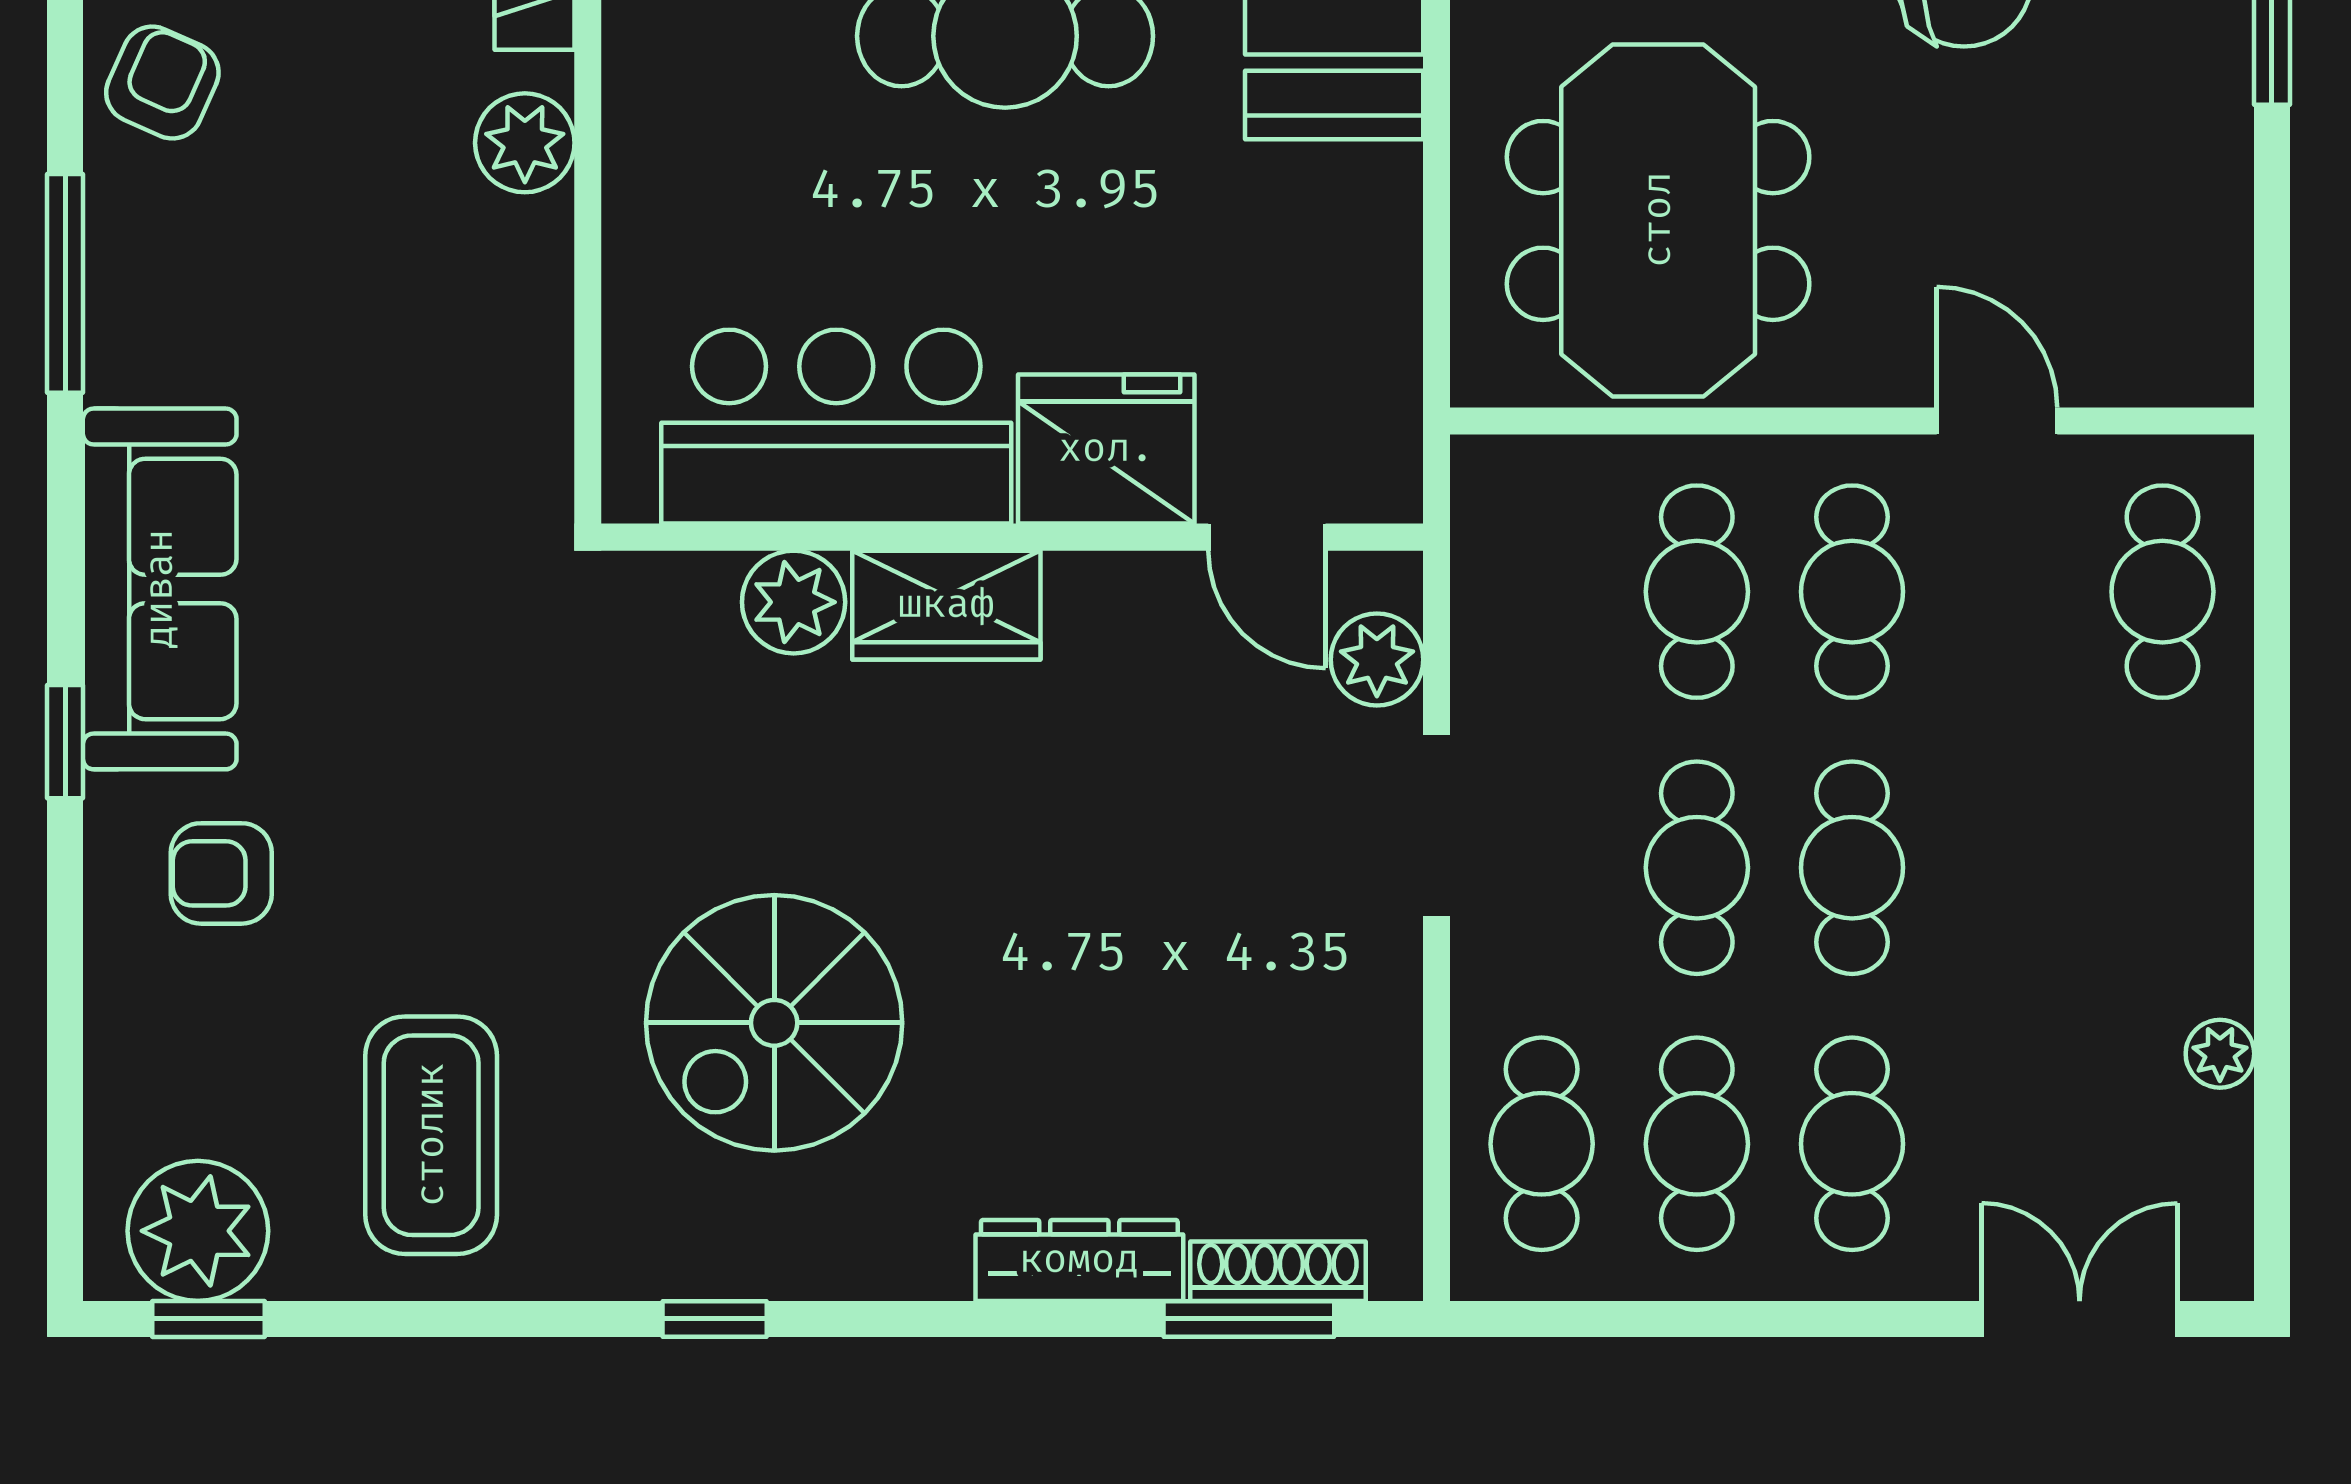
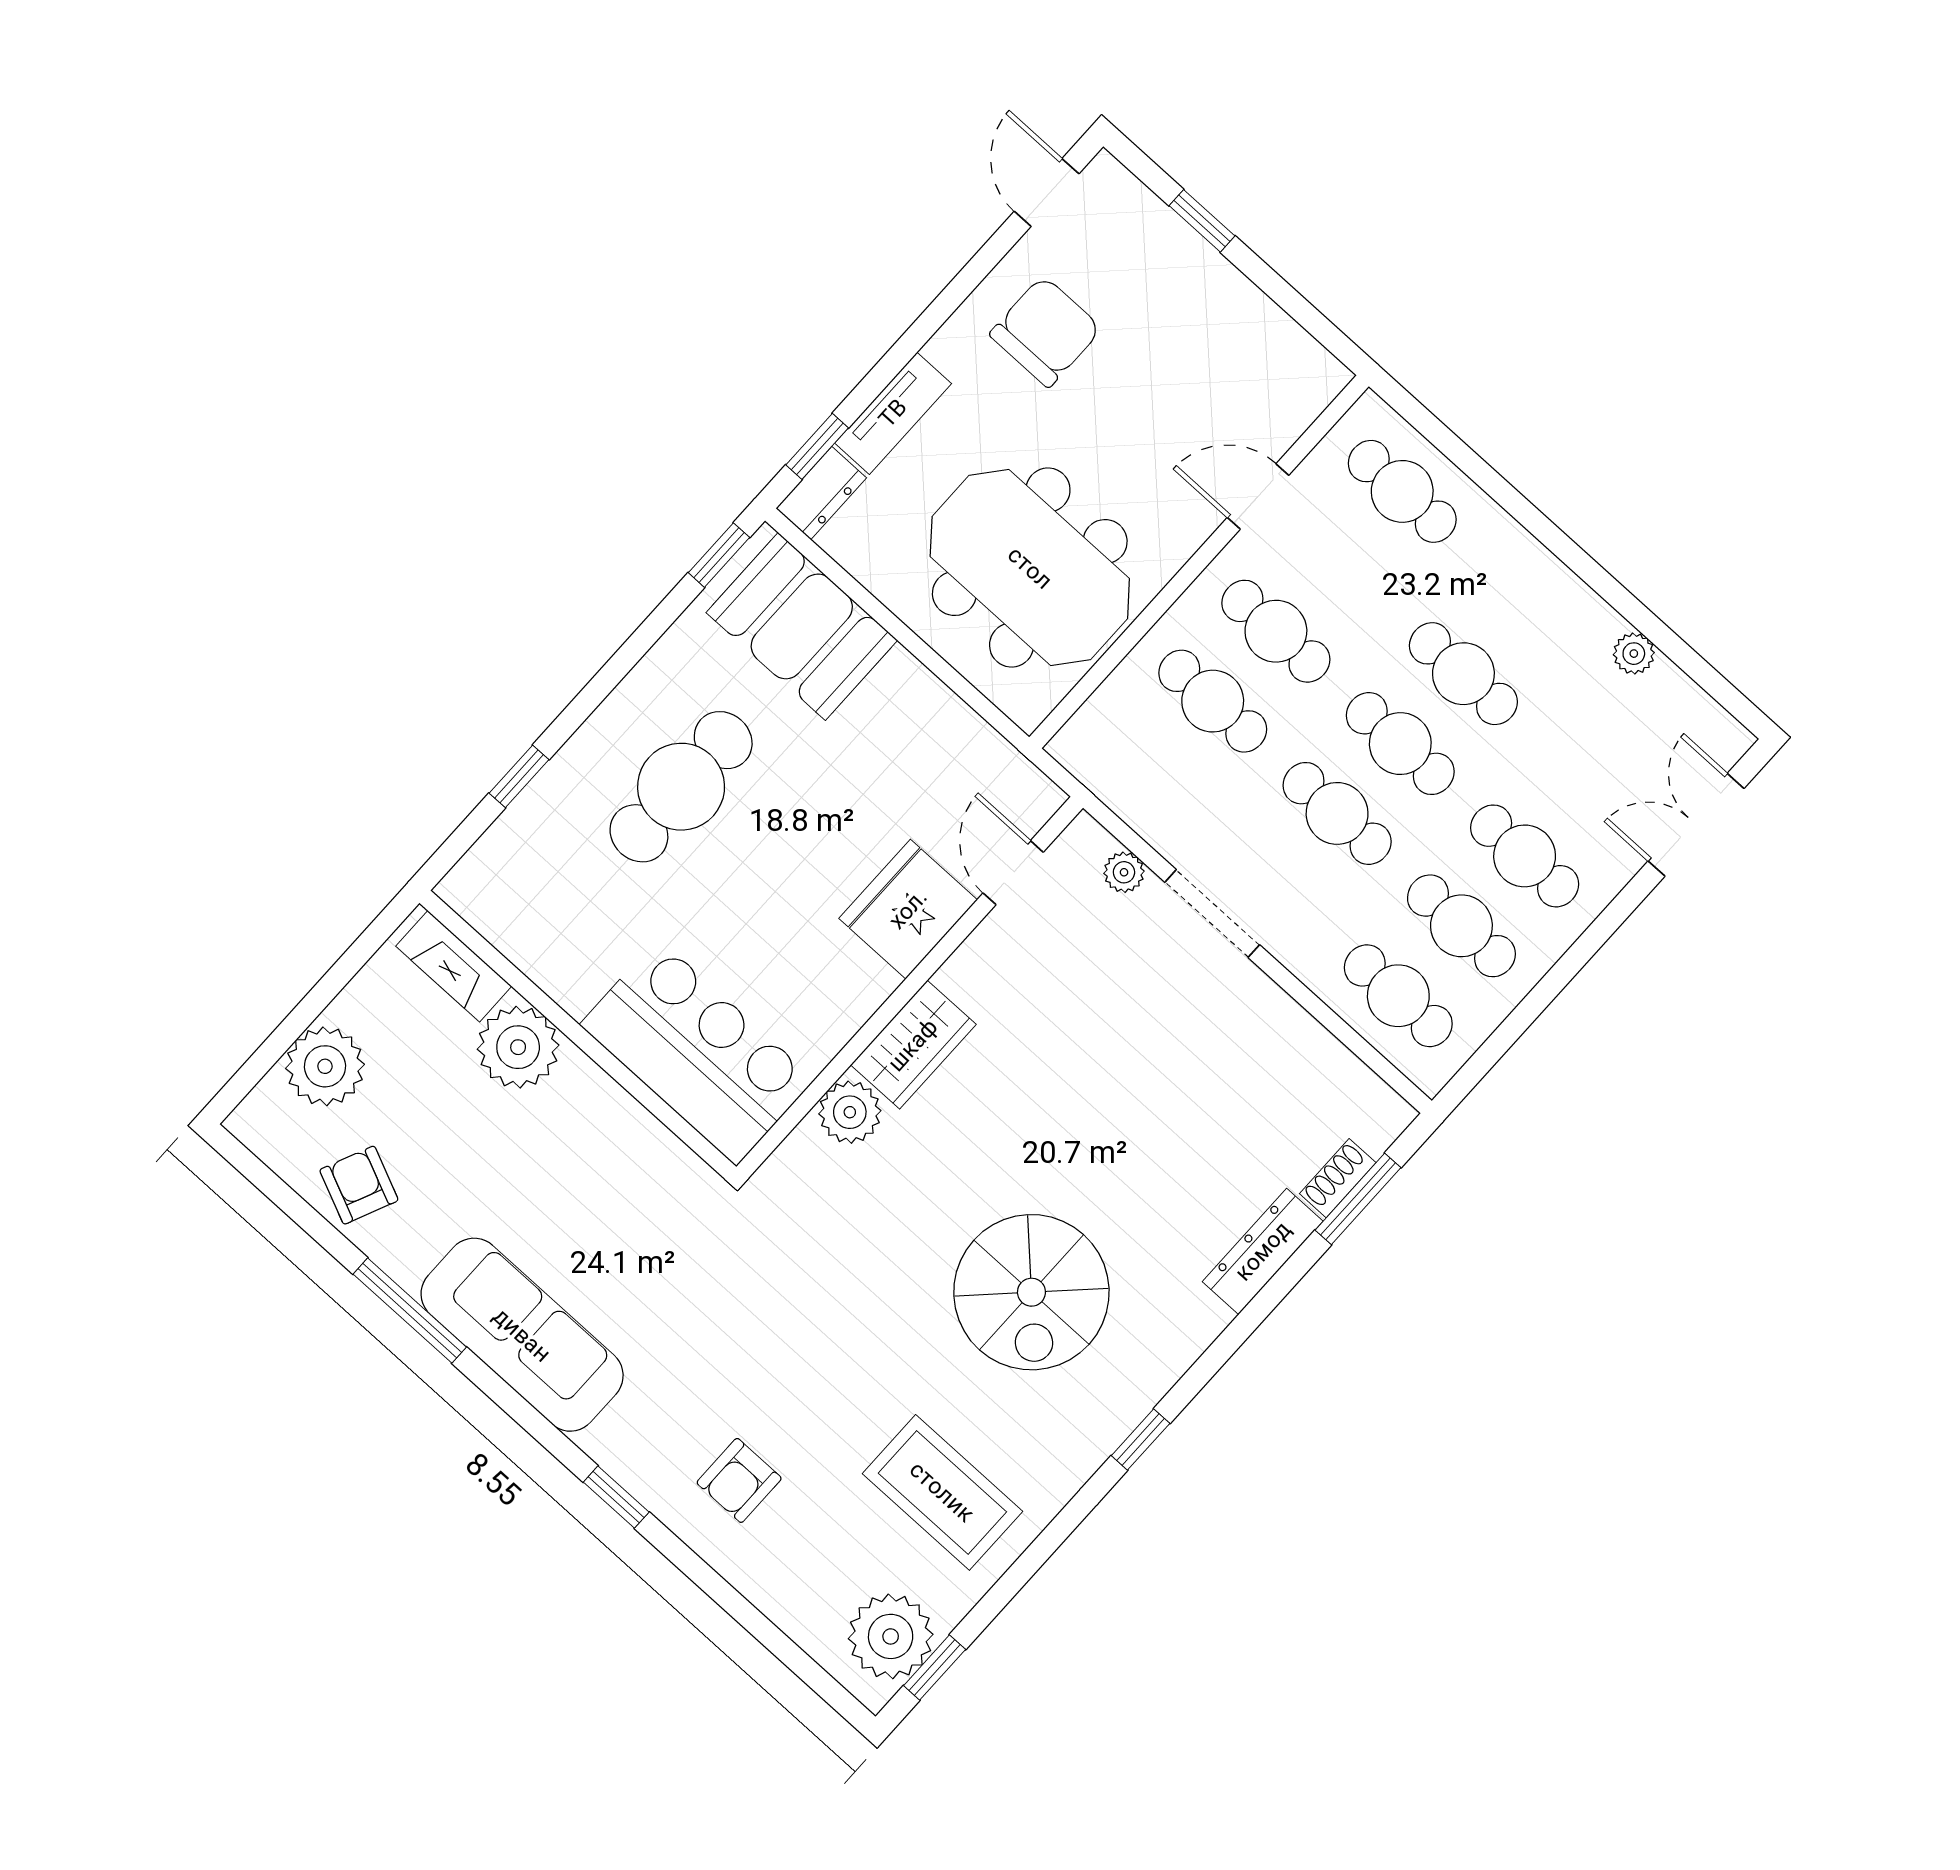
plant: (525, 143) -> (518, 1047), width x1.36, depth x1.36
bar counter: (836, 427) -> (697, 1052), moved, turned 90
door: (1267, 537) -> (1013, 873), swing flipped
sofa: (160, 589) -> (522, 1335), moved
plant: (1377, 660) -> (1124, 872), width x0.73, depth x0.73
cafe table: (2007, 868) -> (1463, 674), added
shoe rack: (1278, 1271) -> (1338, 1178), width x0.70

